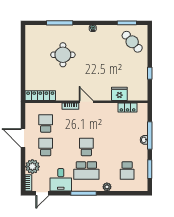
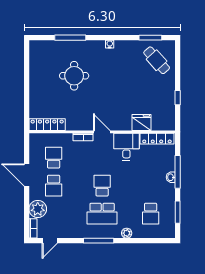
locker: (128, 108) -> (157, 139), width x1.53
school desk: (46, 147) -> (54, 186), turned 180
desk: (61, 180) -> (126, 147), moved, turned 180

